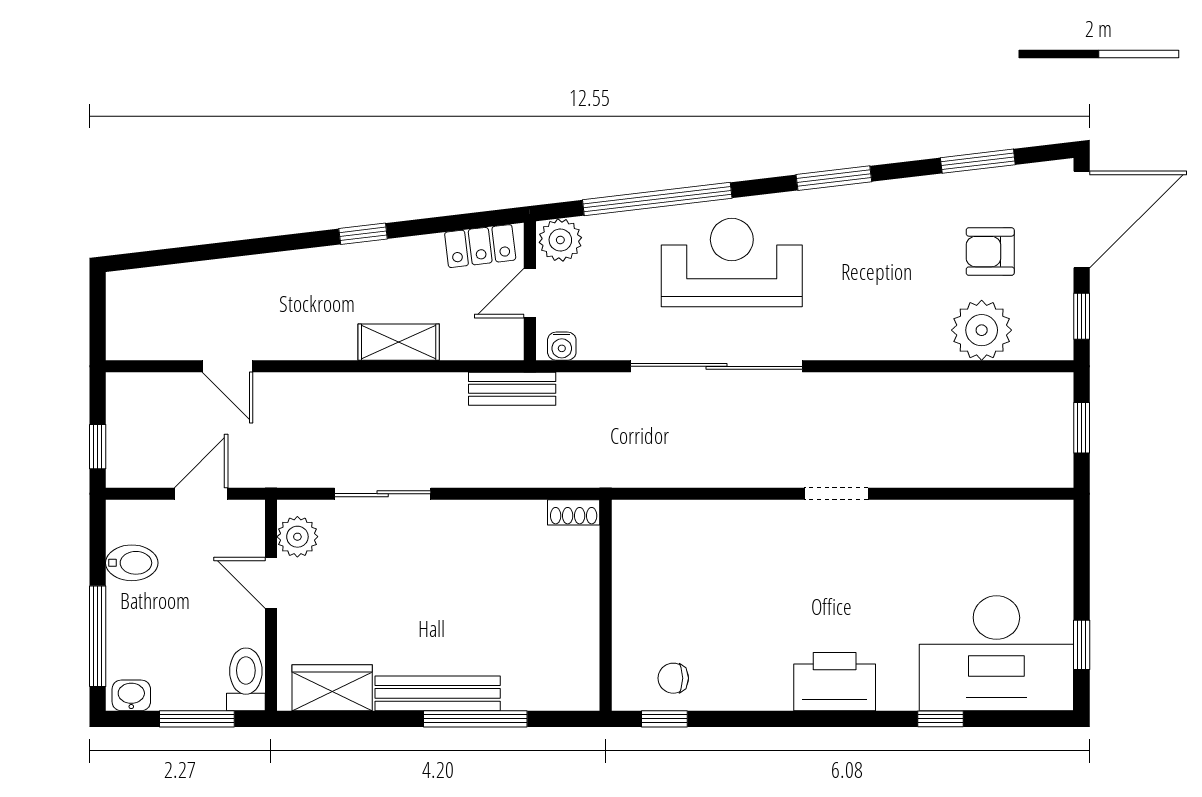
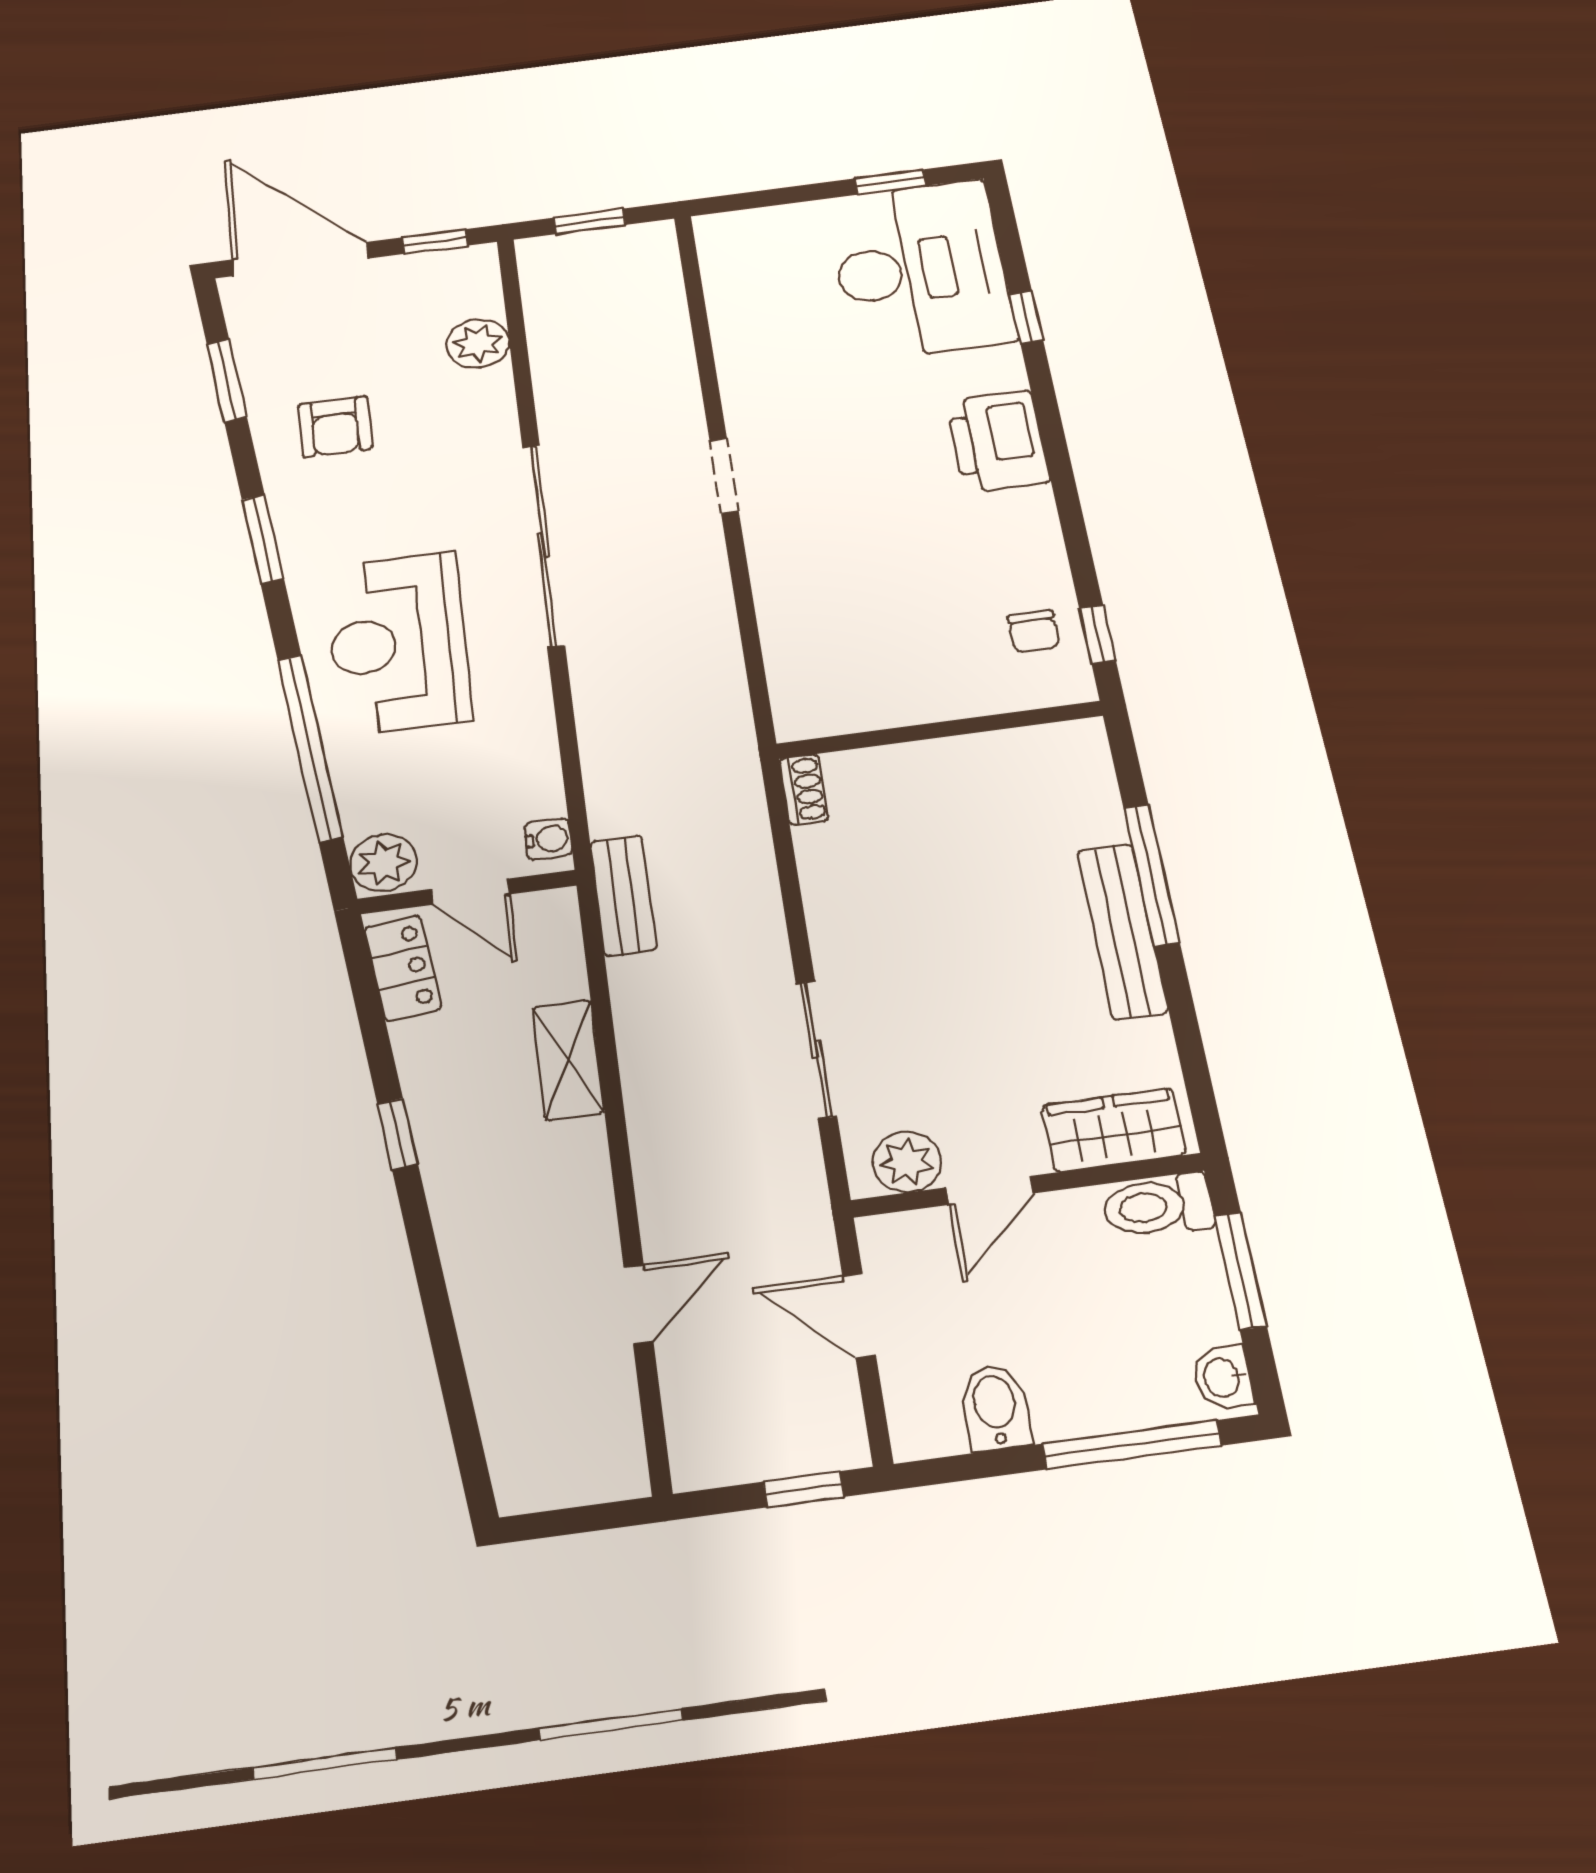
armchair: (990, 252) -> (335, 426), moved
plant: (982, 330) -> (478, 343), width x0.73, depth x0.73
sliding door: (716, 366) -> (543, 545), moved
wardrobe: (332, 688) -> (1114, 1130), moved, turned 90

